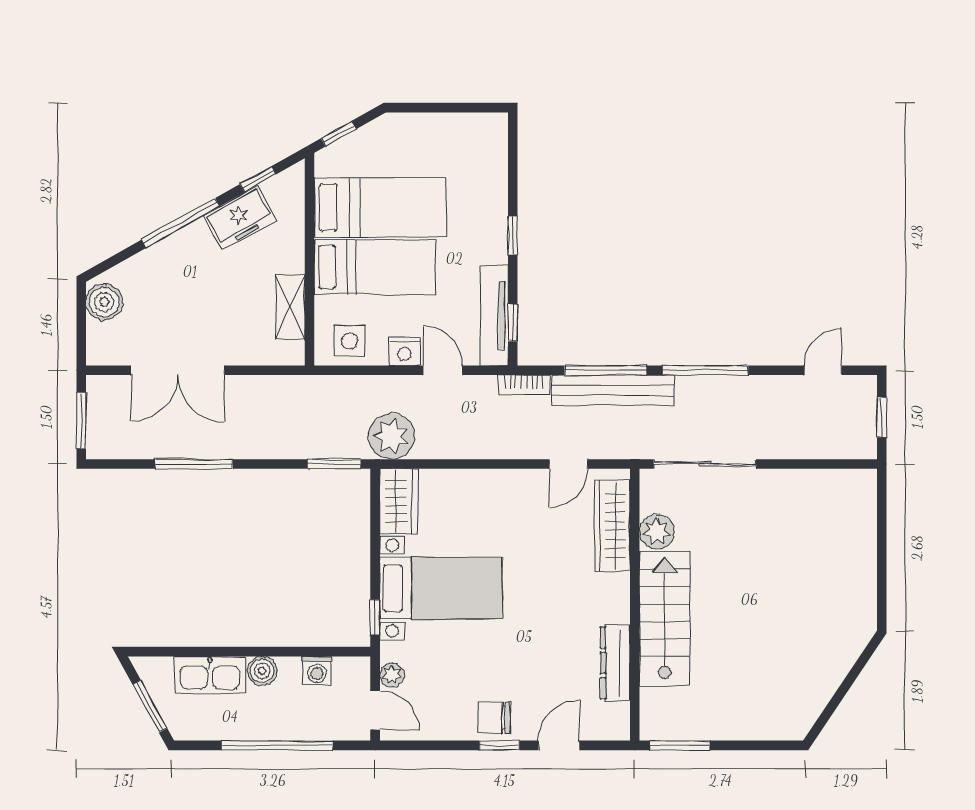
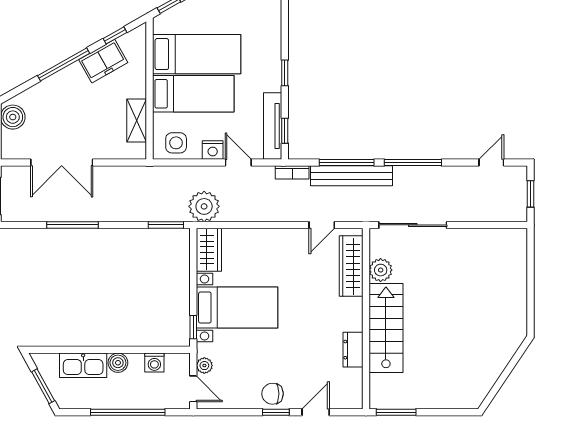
dresser: (615, 663) -> (353, 350), width x0.70

